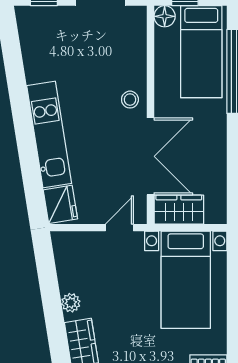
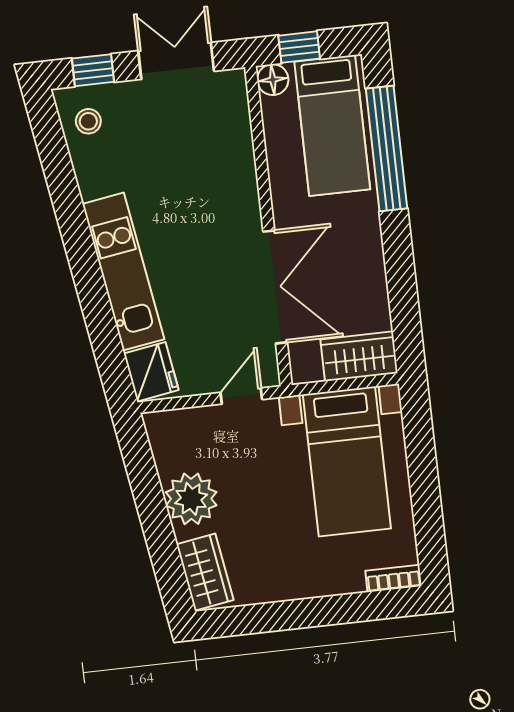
stool: (130, 100) -> (88, 121), moved
wardrobe: (179, 210) -> (359, 356), moved
plant: (71, 303) -> (191, 499), width x1.87, depth x1.87

